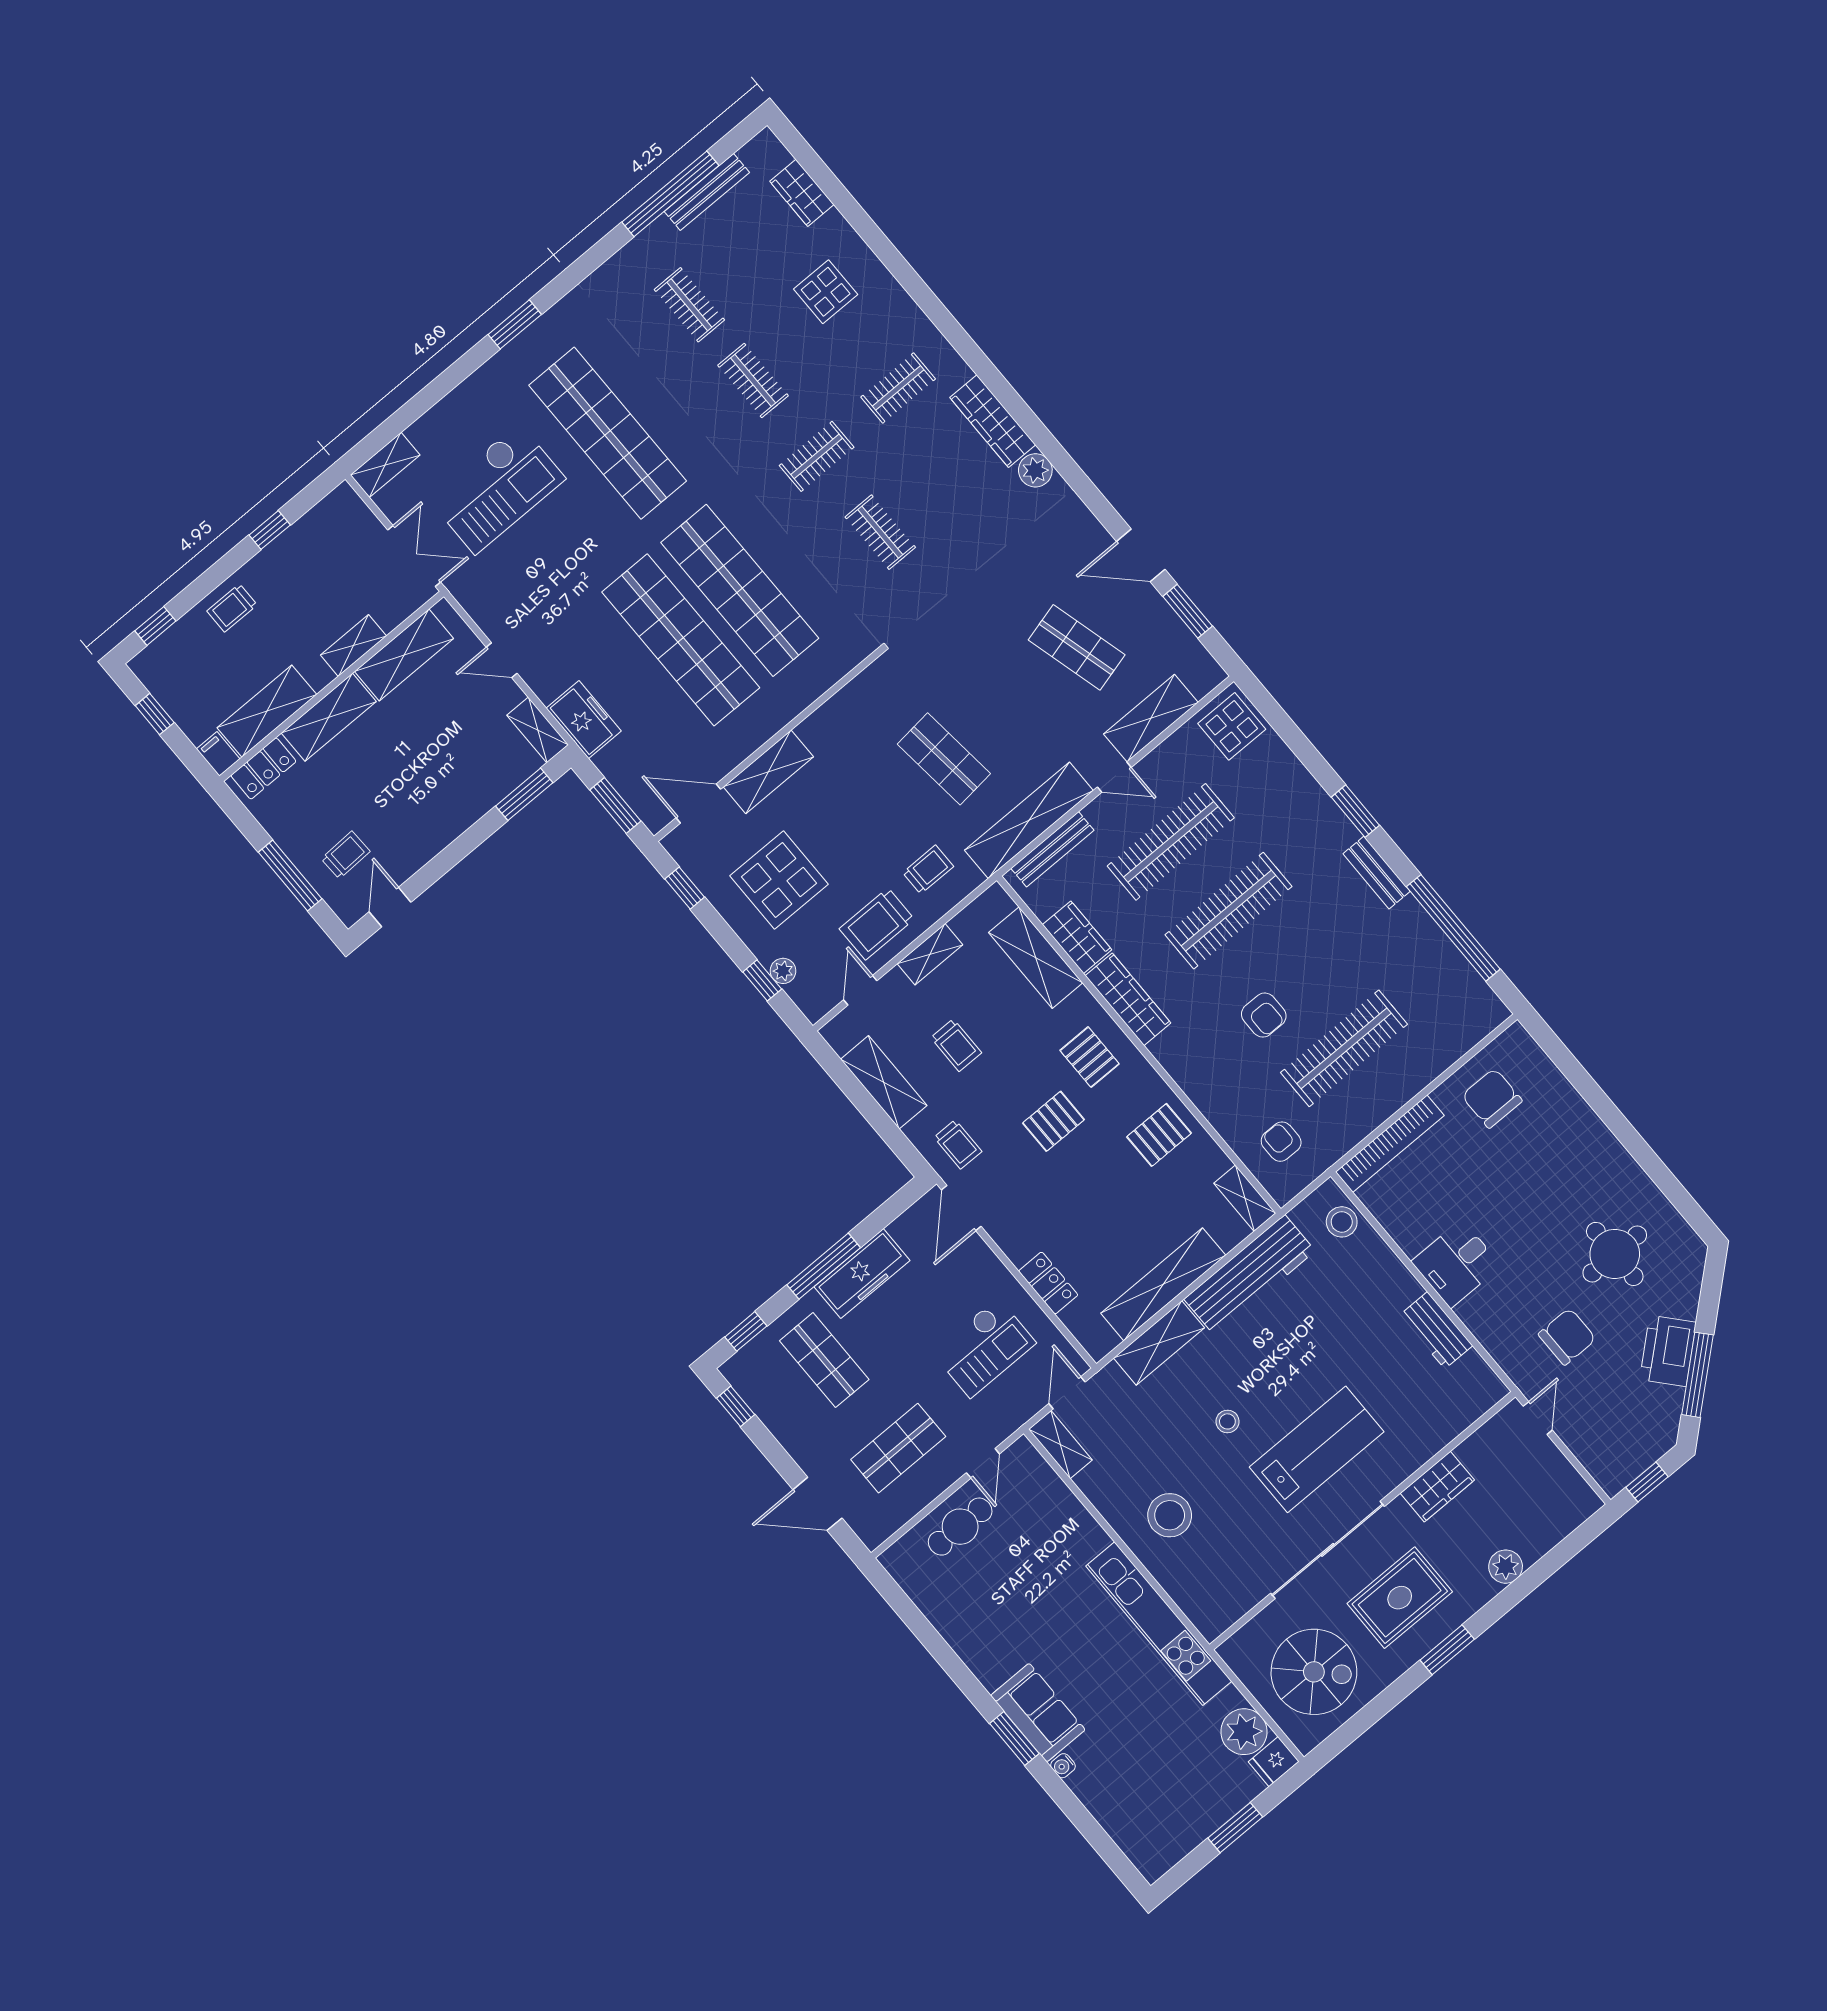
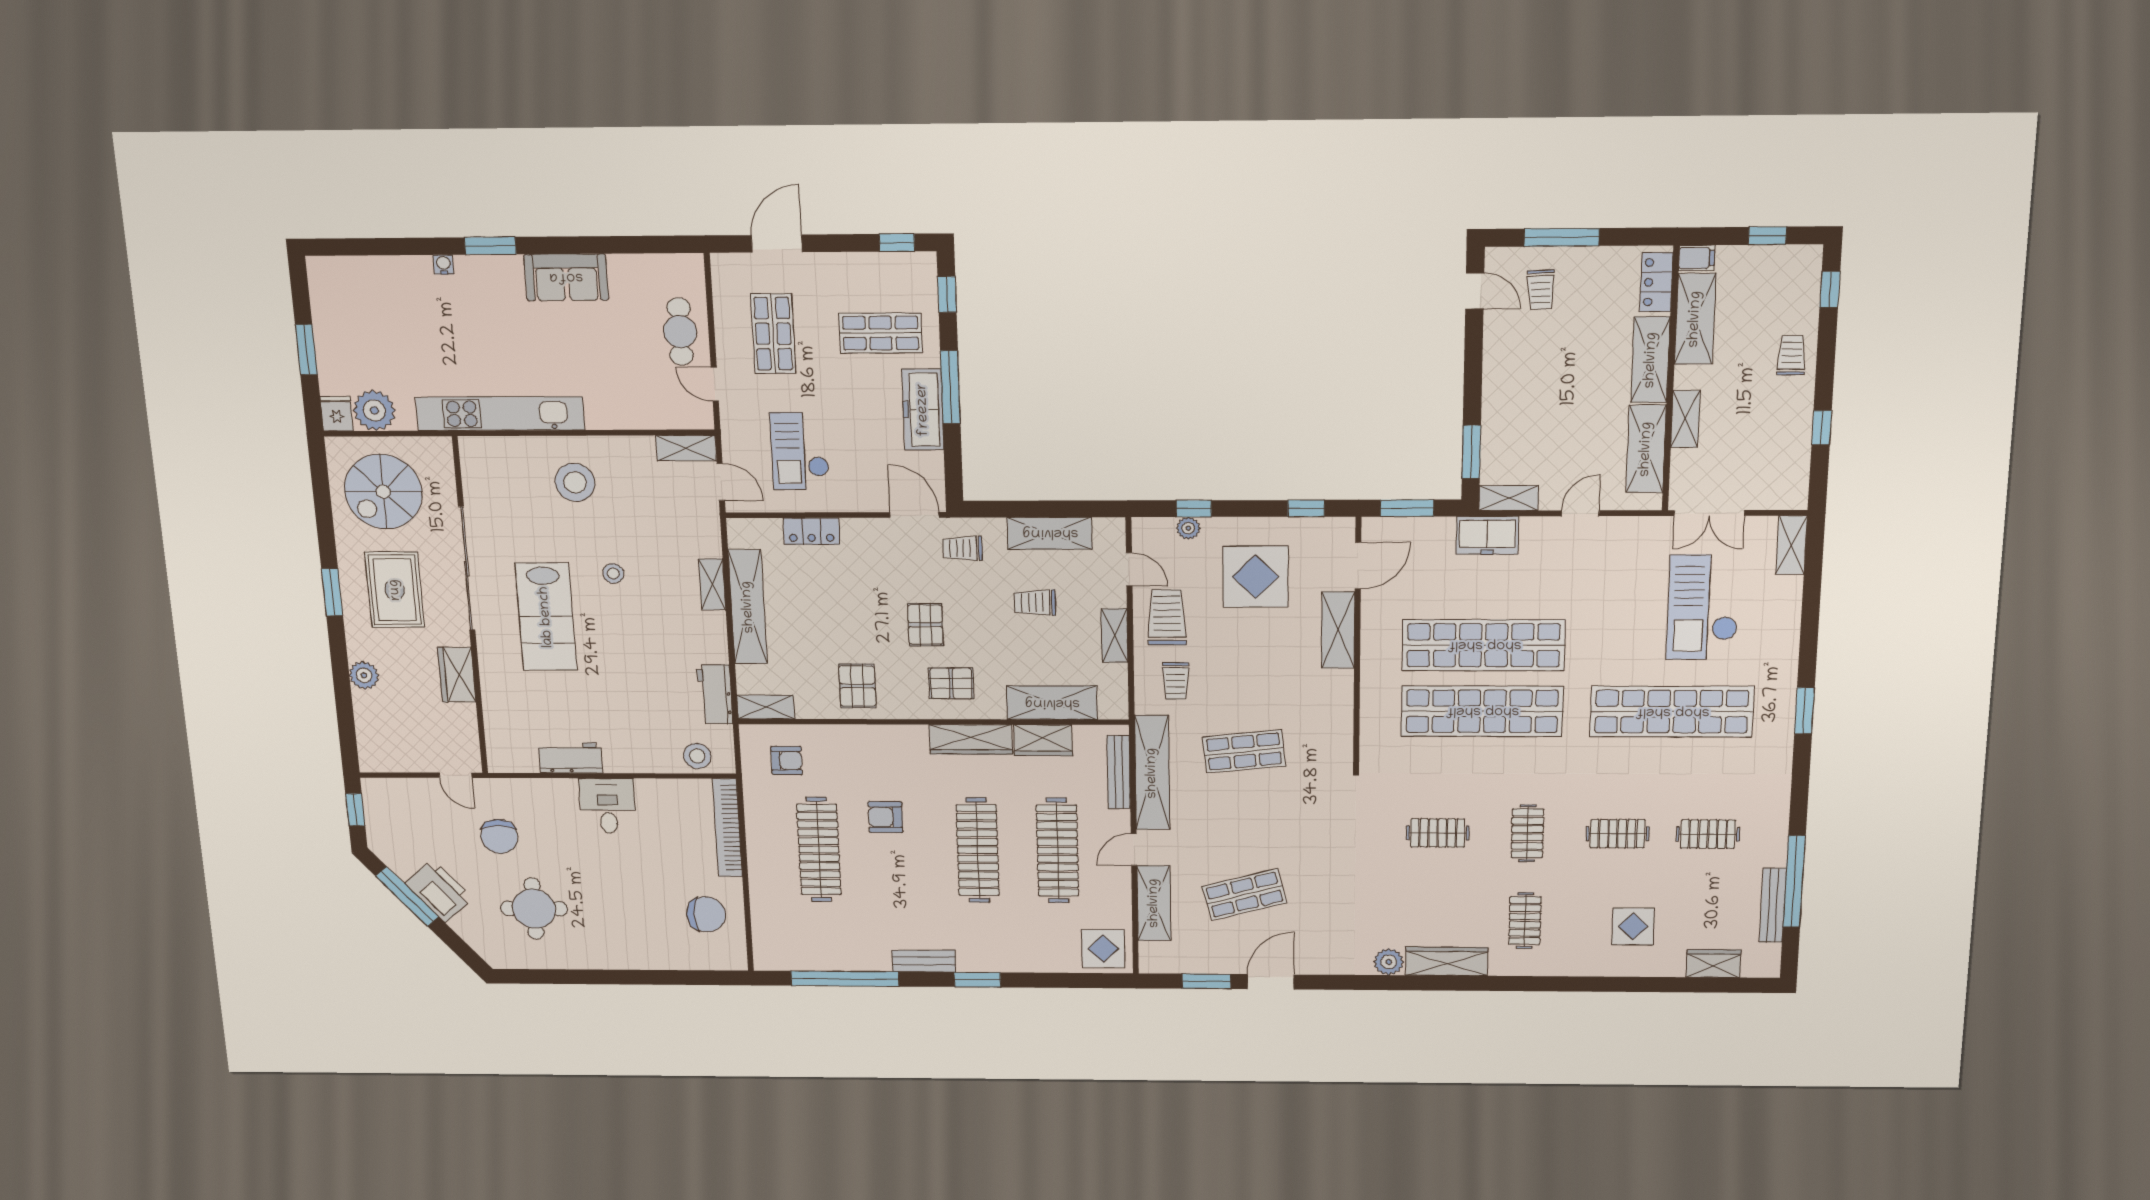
workbench: (1250, 1275) -> (715, 694), width x0.53, depth x0.76
shelving: (1159, 1343) -> (712, 584), width x0.67, depth x0.75
sofa: (1038, 1713) -> (566, 277), moved

